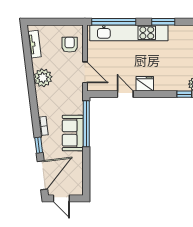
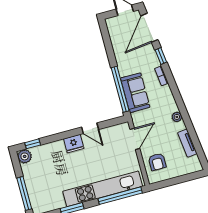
tv unit: (34, 44) -> (187, 143), moved
door: (85, 72) -> (135, 139), swing flipped
plant: (43, 78) -> (177, 117), width x0.53, depth x0.53
sofa: (73, 133) -> (135, 93), moved

